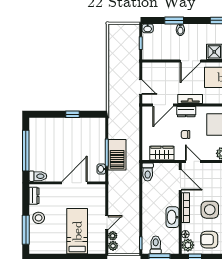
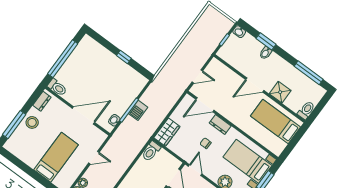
door: (141, 87) -> (197, 76), hinge flipped
tv unit: (190, 99) -> (231, 117), removed
wardrobe: (162, 153) -> (167, 132), moved, turned 90
barbecue: (117, 155) -> (138, 110), width x0.53, depth x0.65
door: (107, 223) -> (94, 158), moved

